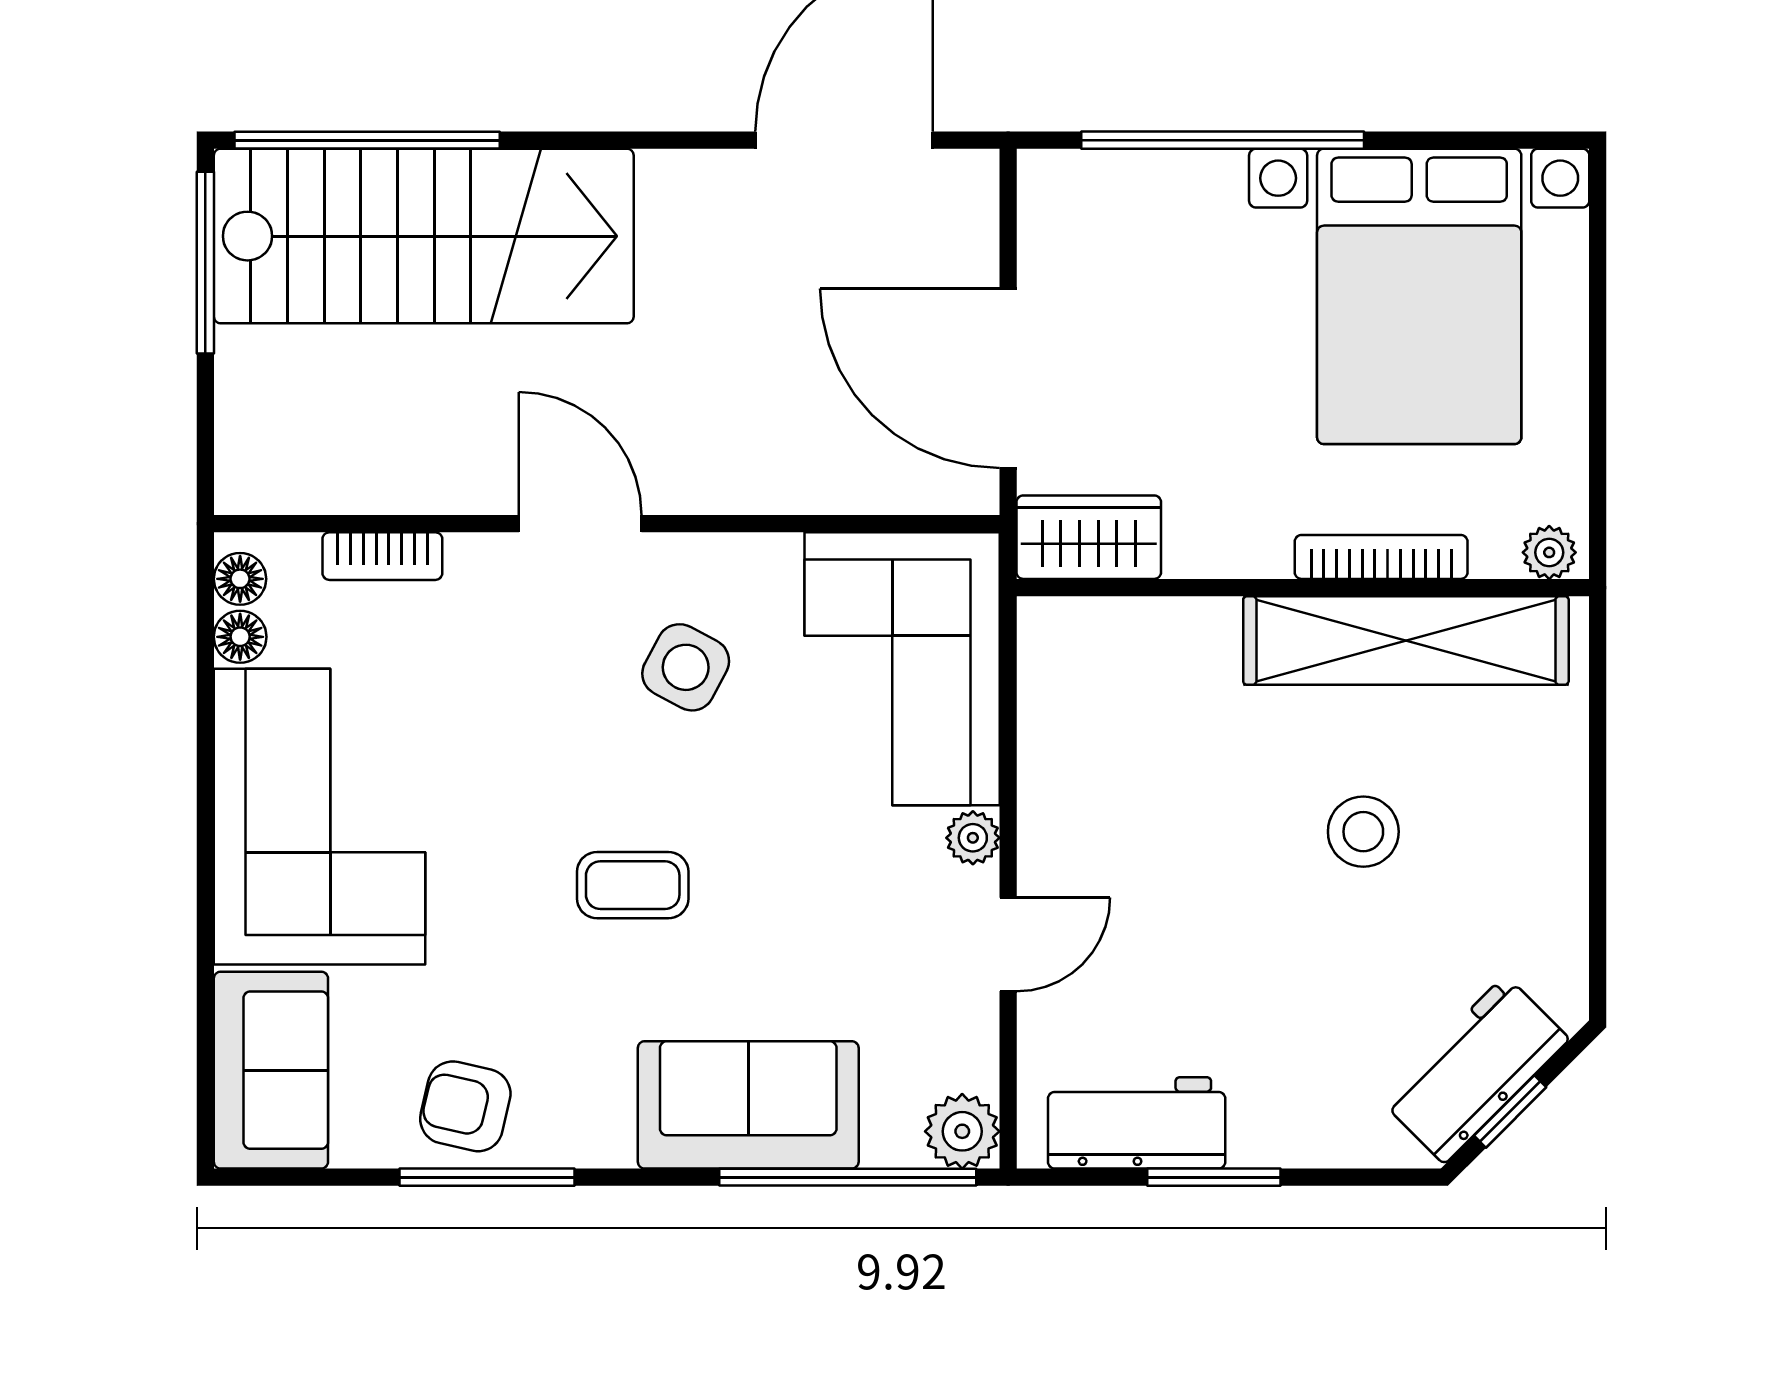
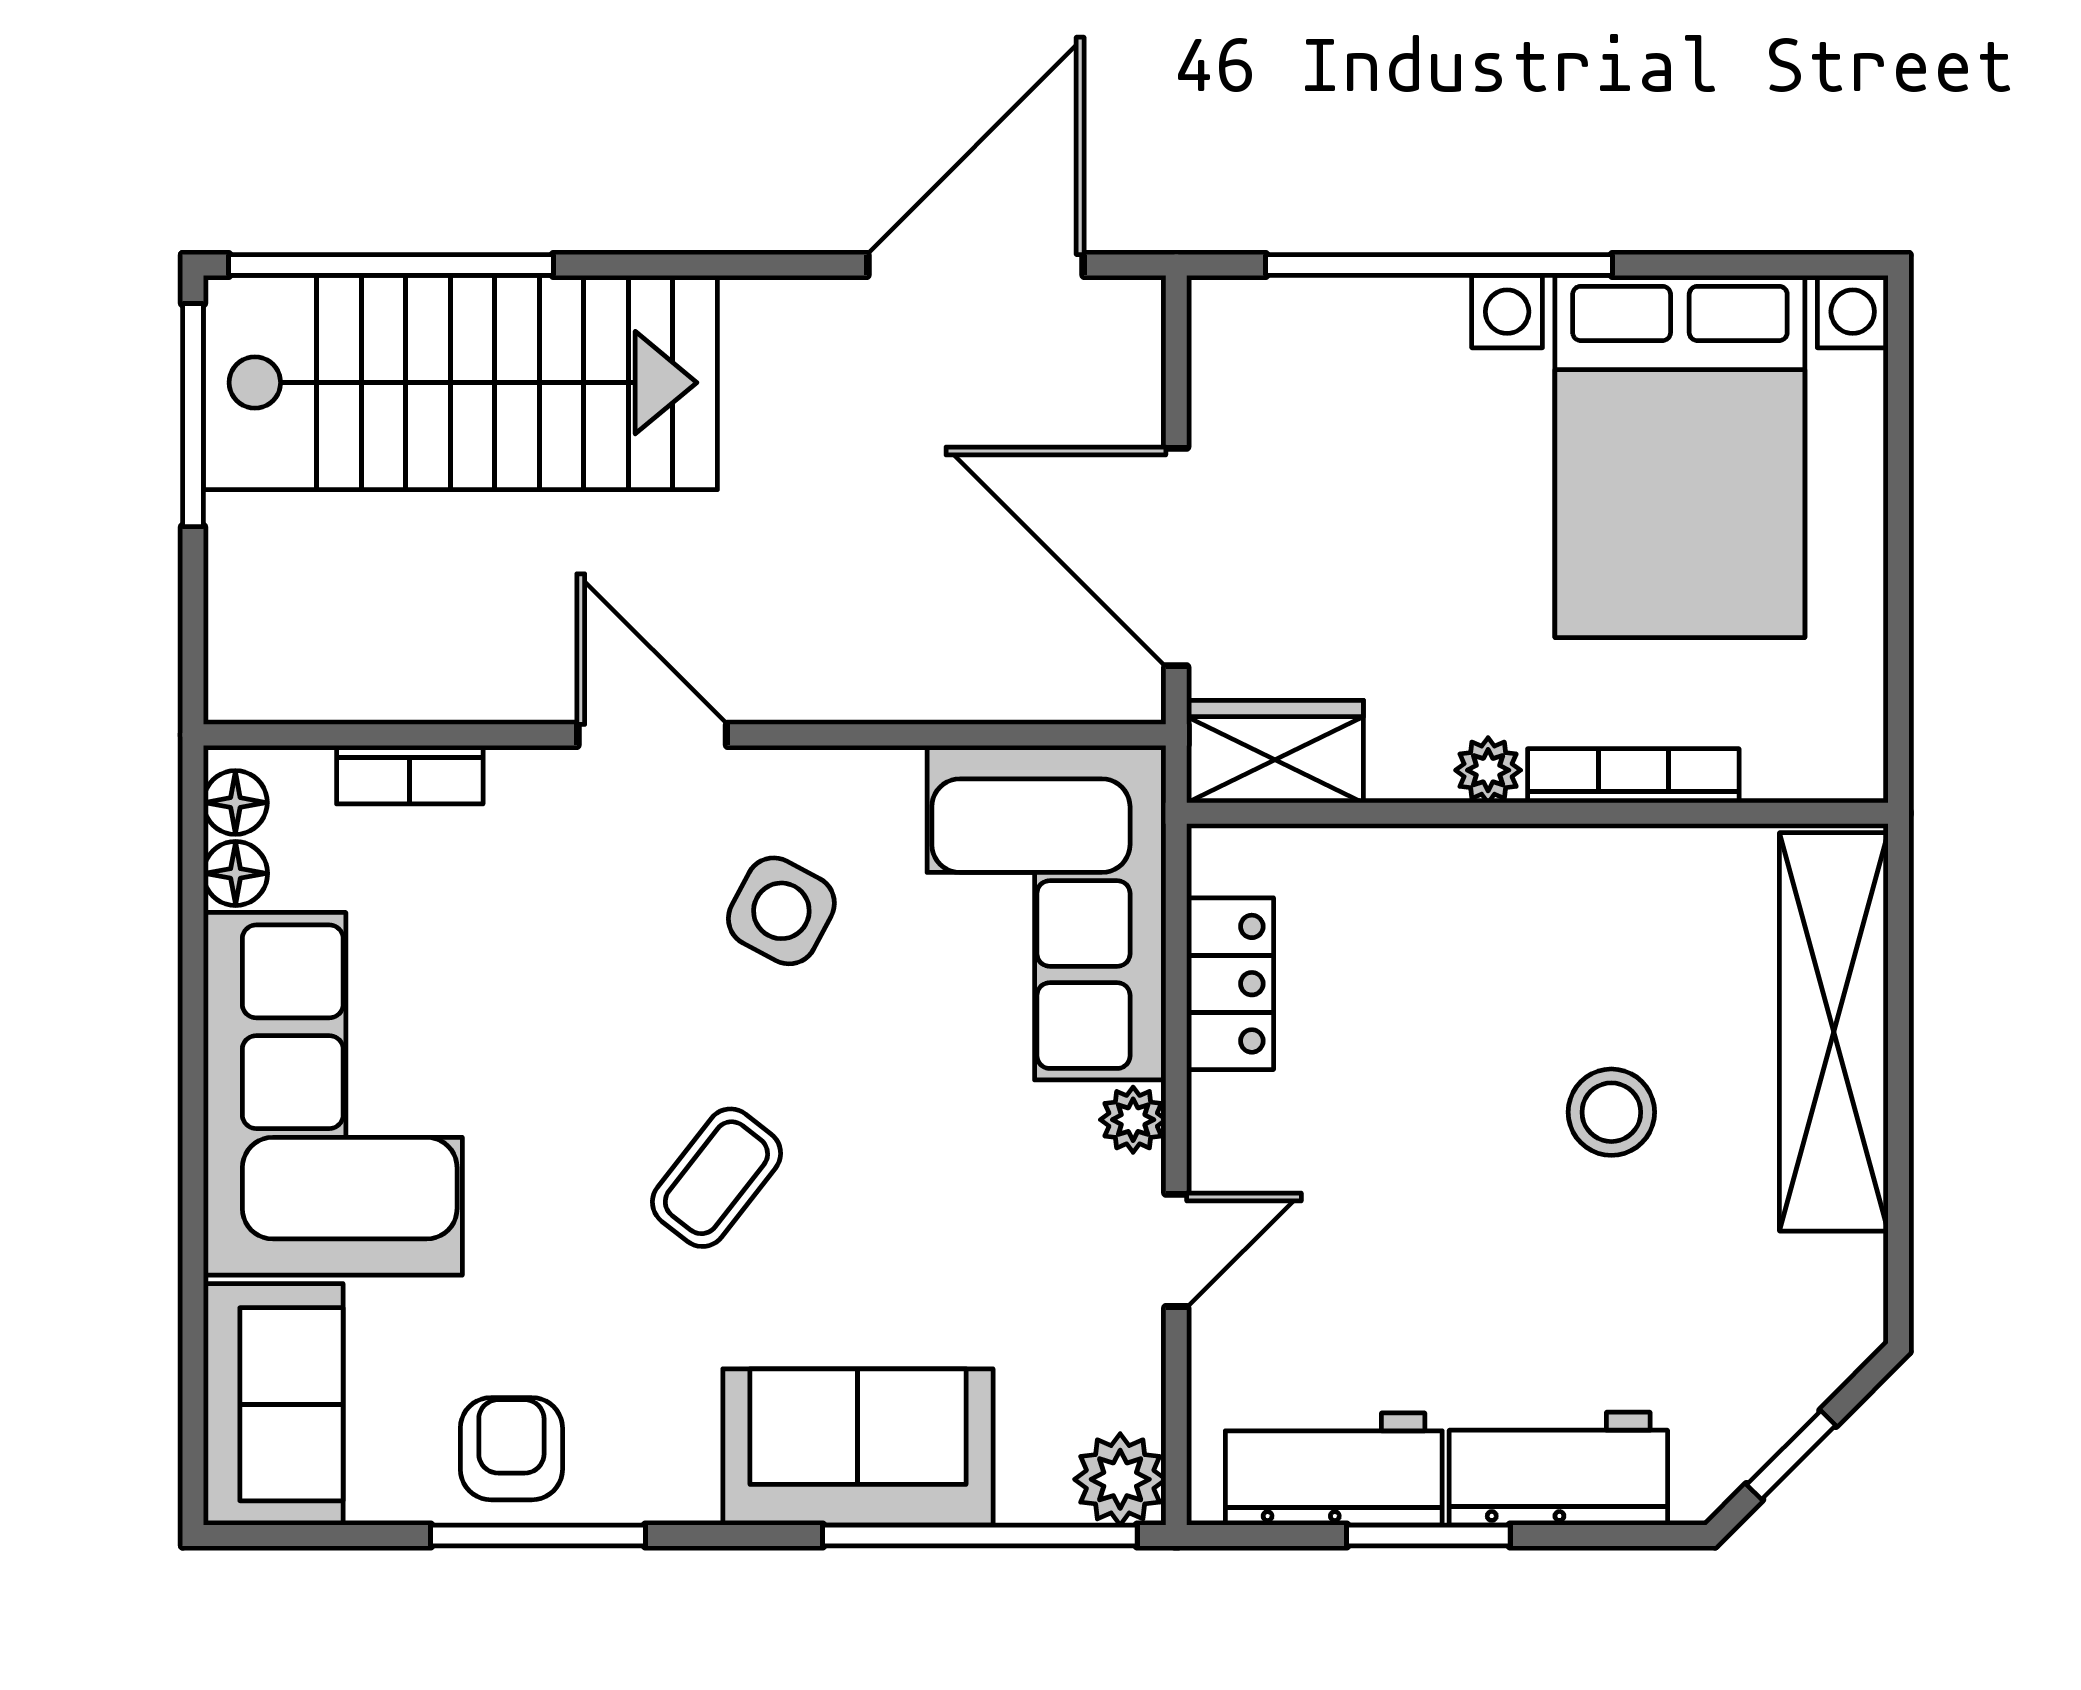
plant: (1549, 552) -> (1488, 770), moved
shelving: (1406, 640) -> (1834, 1032), moved, turned 90
locker: (1052, 727) -> (1230, 984), added
coffee table: (633, 885) -> (716, 1178), turned -52
workbench: (1475, 1070) -> (1558, 1469), moved, turned 45
armchair: (465, 1106) -> (511, 1449), turned 77

